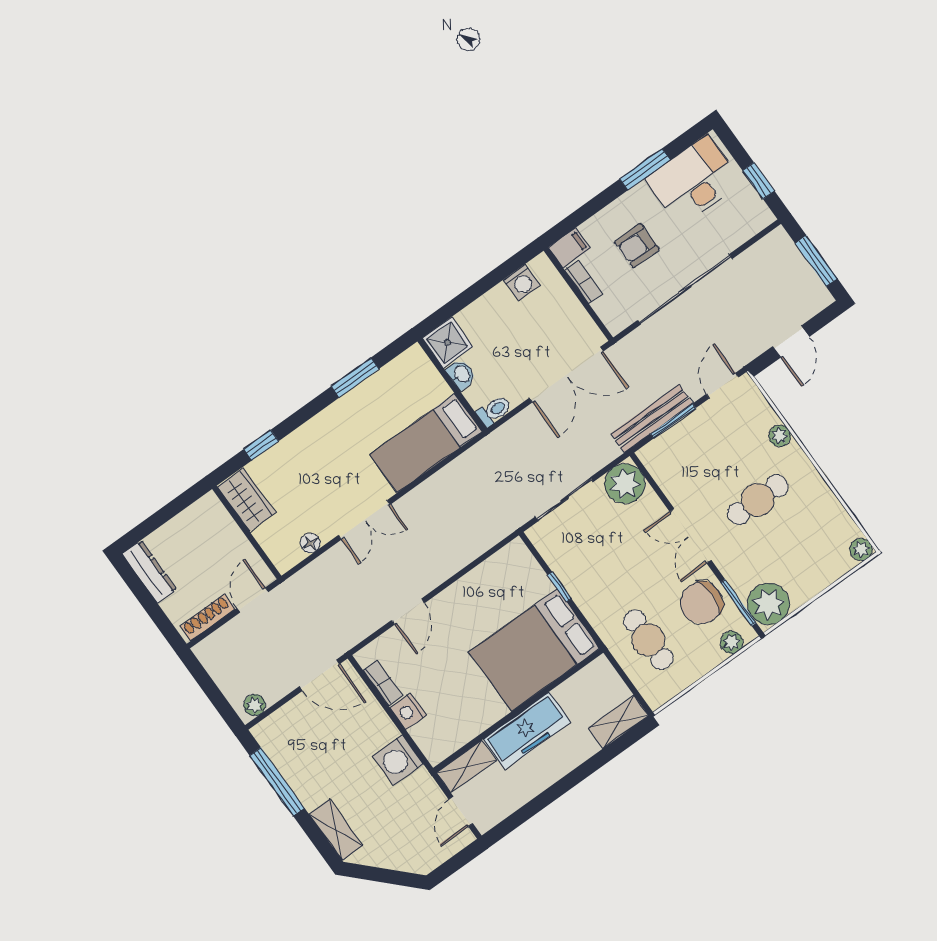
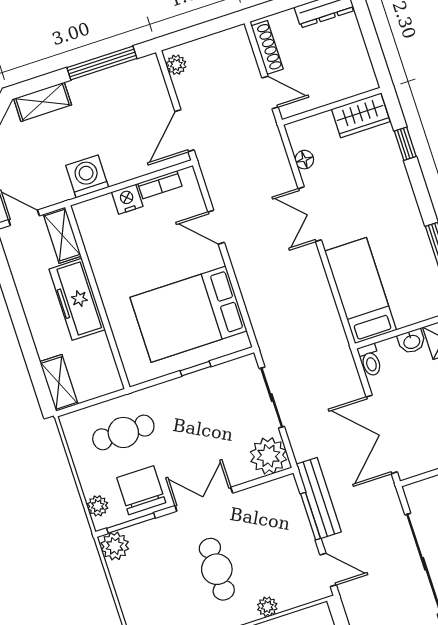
plant: (768, 604) -> (115, 546), width x0.73, depth x0.73
bed: (534, 650) -> (189, 314), moved, turned -90

